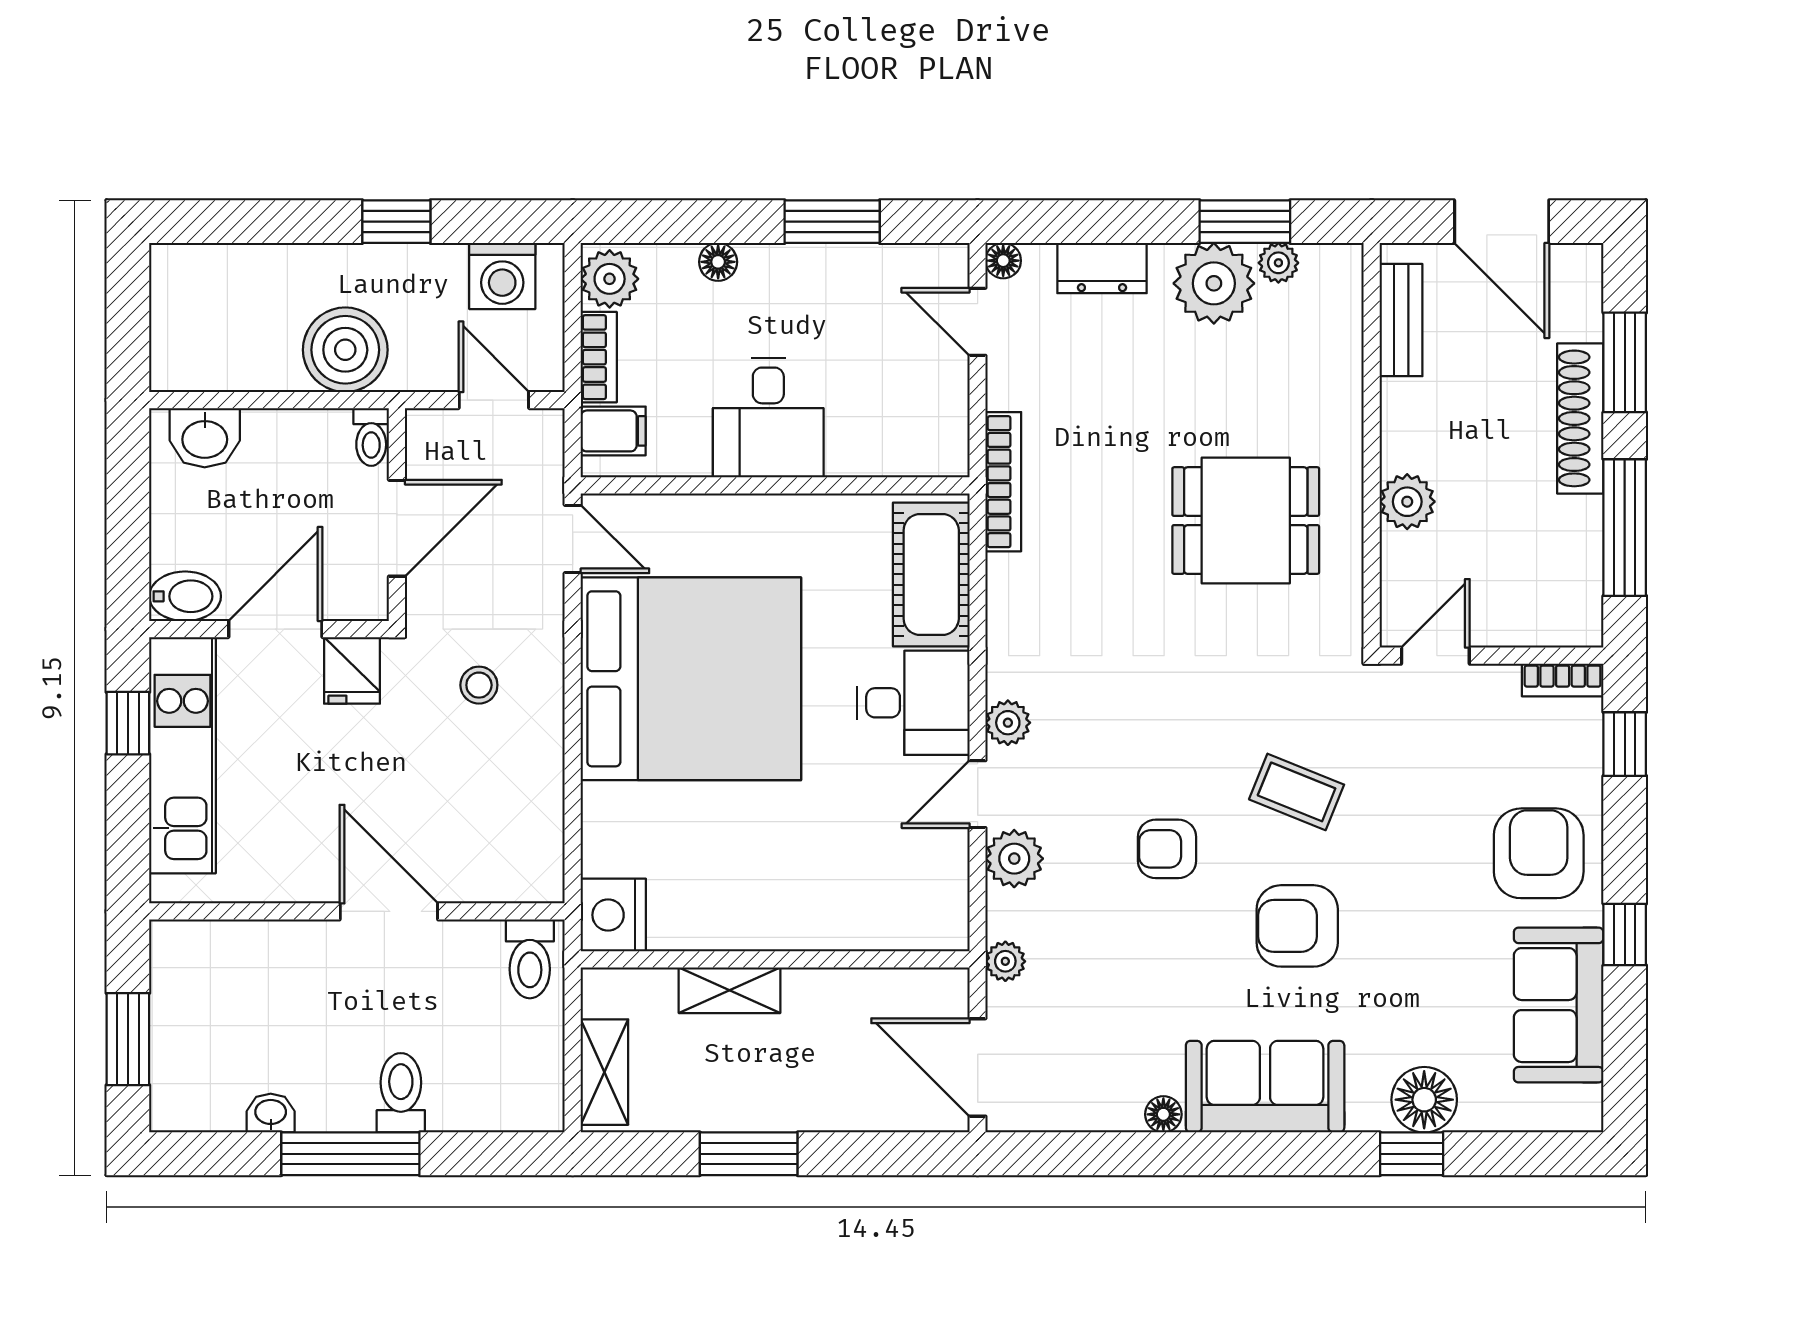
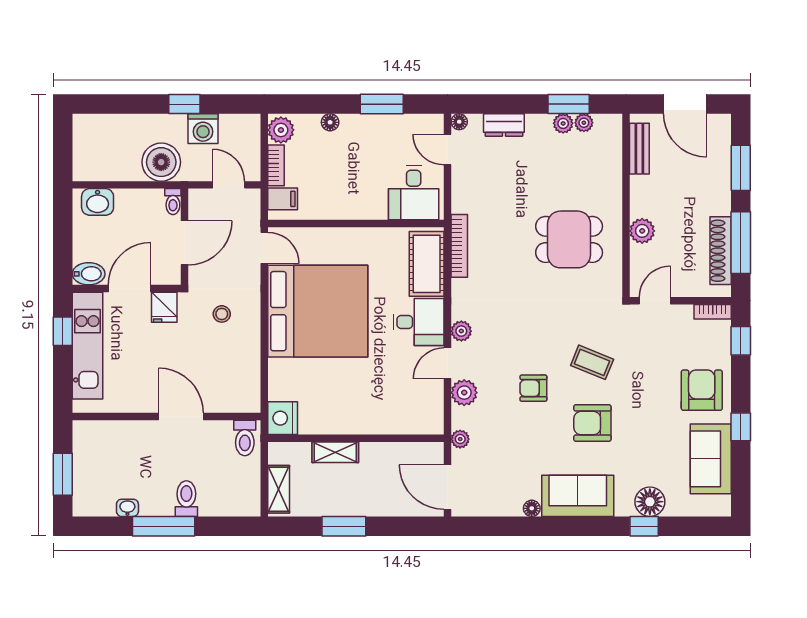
washing machine: (502, 276) -> (203, 129), moved
plant: (1214, 283) -> (563, 123), width x0.53, depth x0.53
desk: (768, 418) -> (414, 193), moved
shoe rack: (1580, 418) -> (721, 251), moved
bookcase: (1003, 482) -> (459, 246), moved

